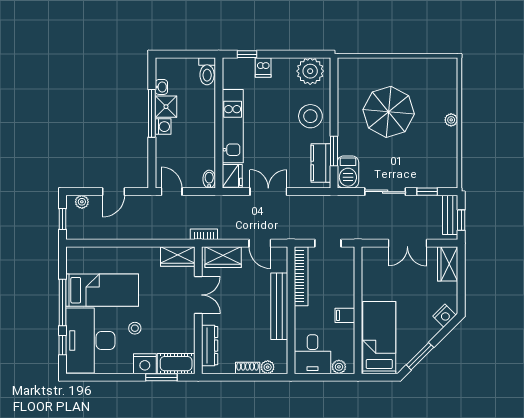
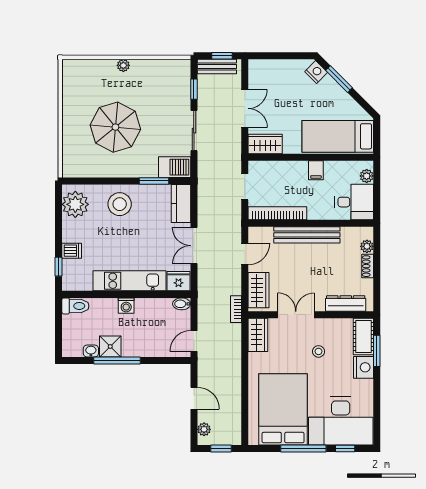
washing machine: (163, 127) -> (126, 306), moved, turned 180
kitchen counter: (321, 163) -> (181, 203), moved, turned 90
wardrobe: (448, 264) -> (265, 144), moved, turned 180
bed: (102, 290) -> (283, 409), width x1.50
stool: (135, 328) -> (319, 351), moved
window: (420, 356) -> (339, 79), moved

